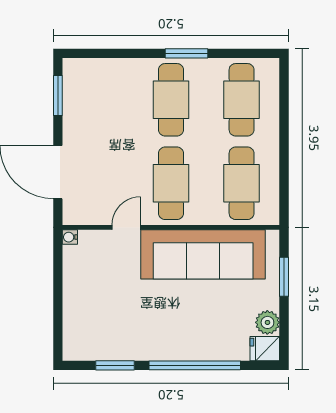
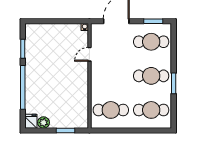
cafe table: (171, 183) -> (151, 42), moved
door: (126, 227) -> (89, 54), swing flipped
sofa: (203, 254) -> (76, 91), removed

